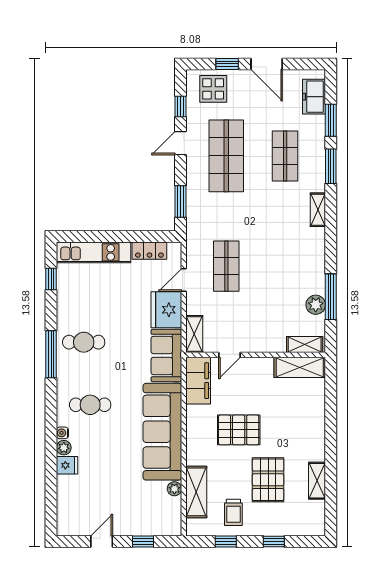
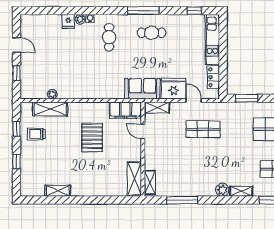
plant: (316, 305) -> (222, 190), moved
cafe table: (84, 342) -> (152, 33), turned 90
sofa: (162, 432) -> (91, 86), removed
pallet: (268, 480) -> (58, 158), removed

